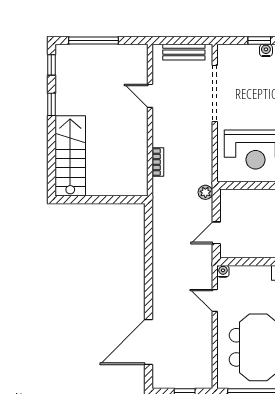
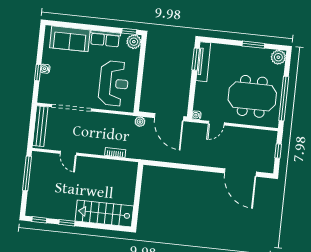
window: (93, 40) -> (27, 173), moved
bench: (184, 52) -> (40, 126), width x1.36
door: (150, 96) -> (68, 153), hinge flipped
door: (216, 233) -> (169, 117), width x1.87

